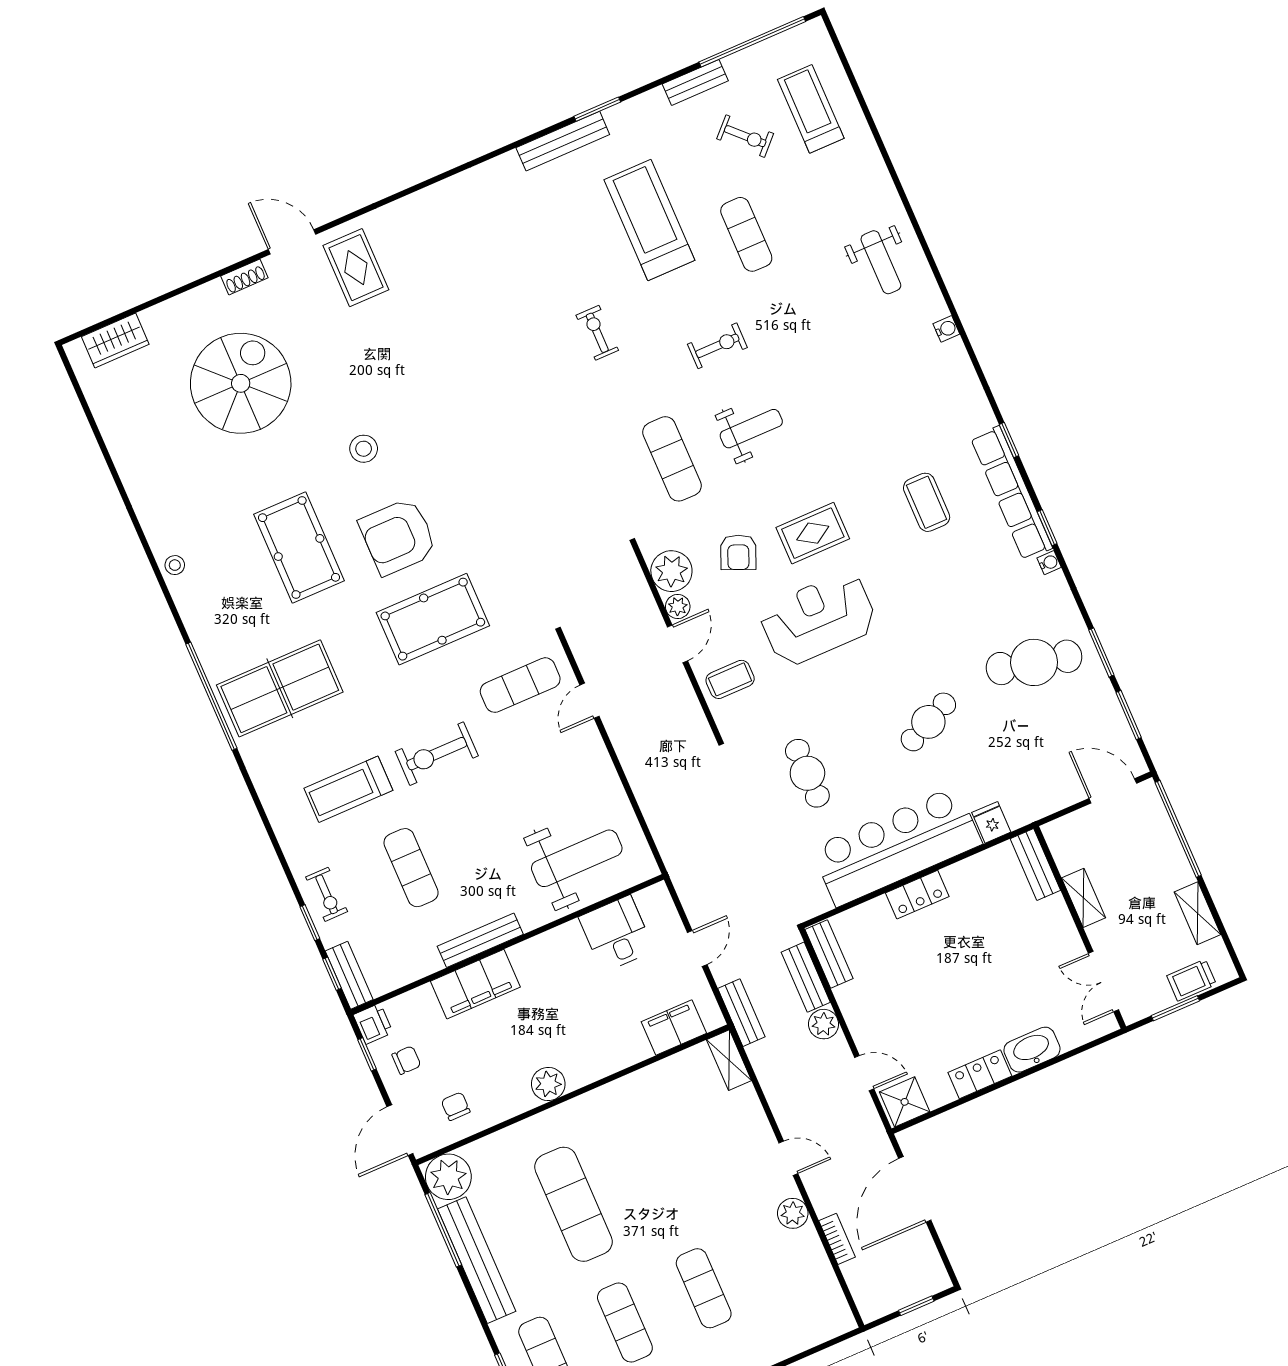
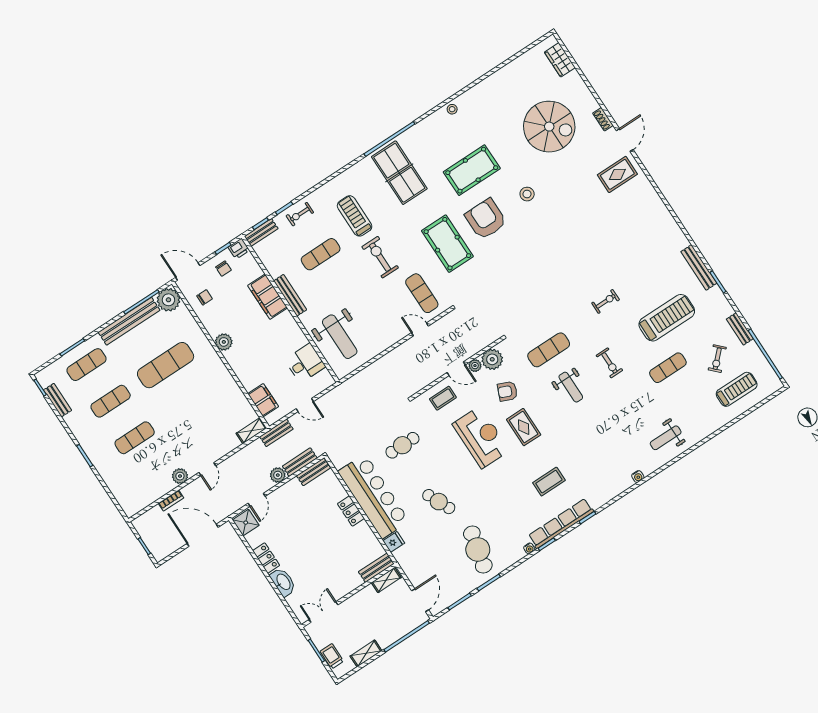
coffee table: (730, 679) -> (443, 398), turned 90
shelving: (1084, 898) -> (386, 580), moved

